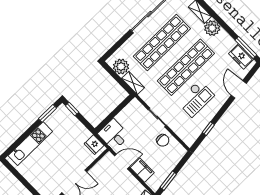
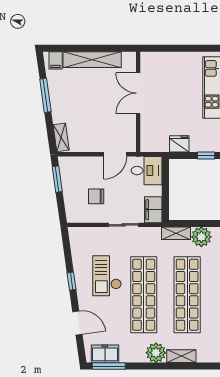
window: (208, 129) -> (72, 281), moved
chair: (163, 140) -> (96, 196), moved
fridge: (94, 145) -> (179, 144), moved
filing cabinet: (142, 170) -> (153, 210), moved, turned 90

